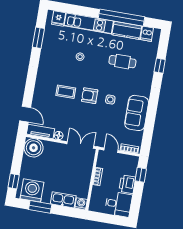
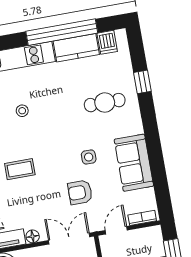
cafe table: (122, 62) -> (105, 103), moved
armchair: (90, 96) -> (80, 192), moved
door: (111, 150) -> (116, 230), hinge flipped

